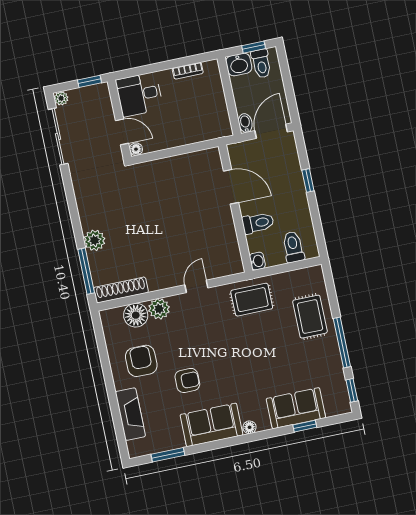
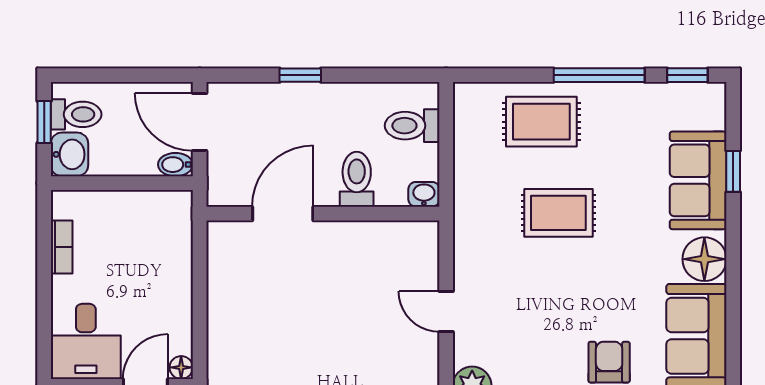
rug: (252, 300) -> (558, 213), moved, turned 90
floor lamp: (250, 427) -> (704, 259), width x1.89, depth x1.89

